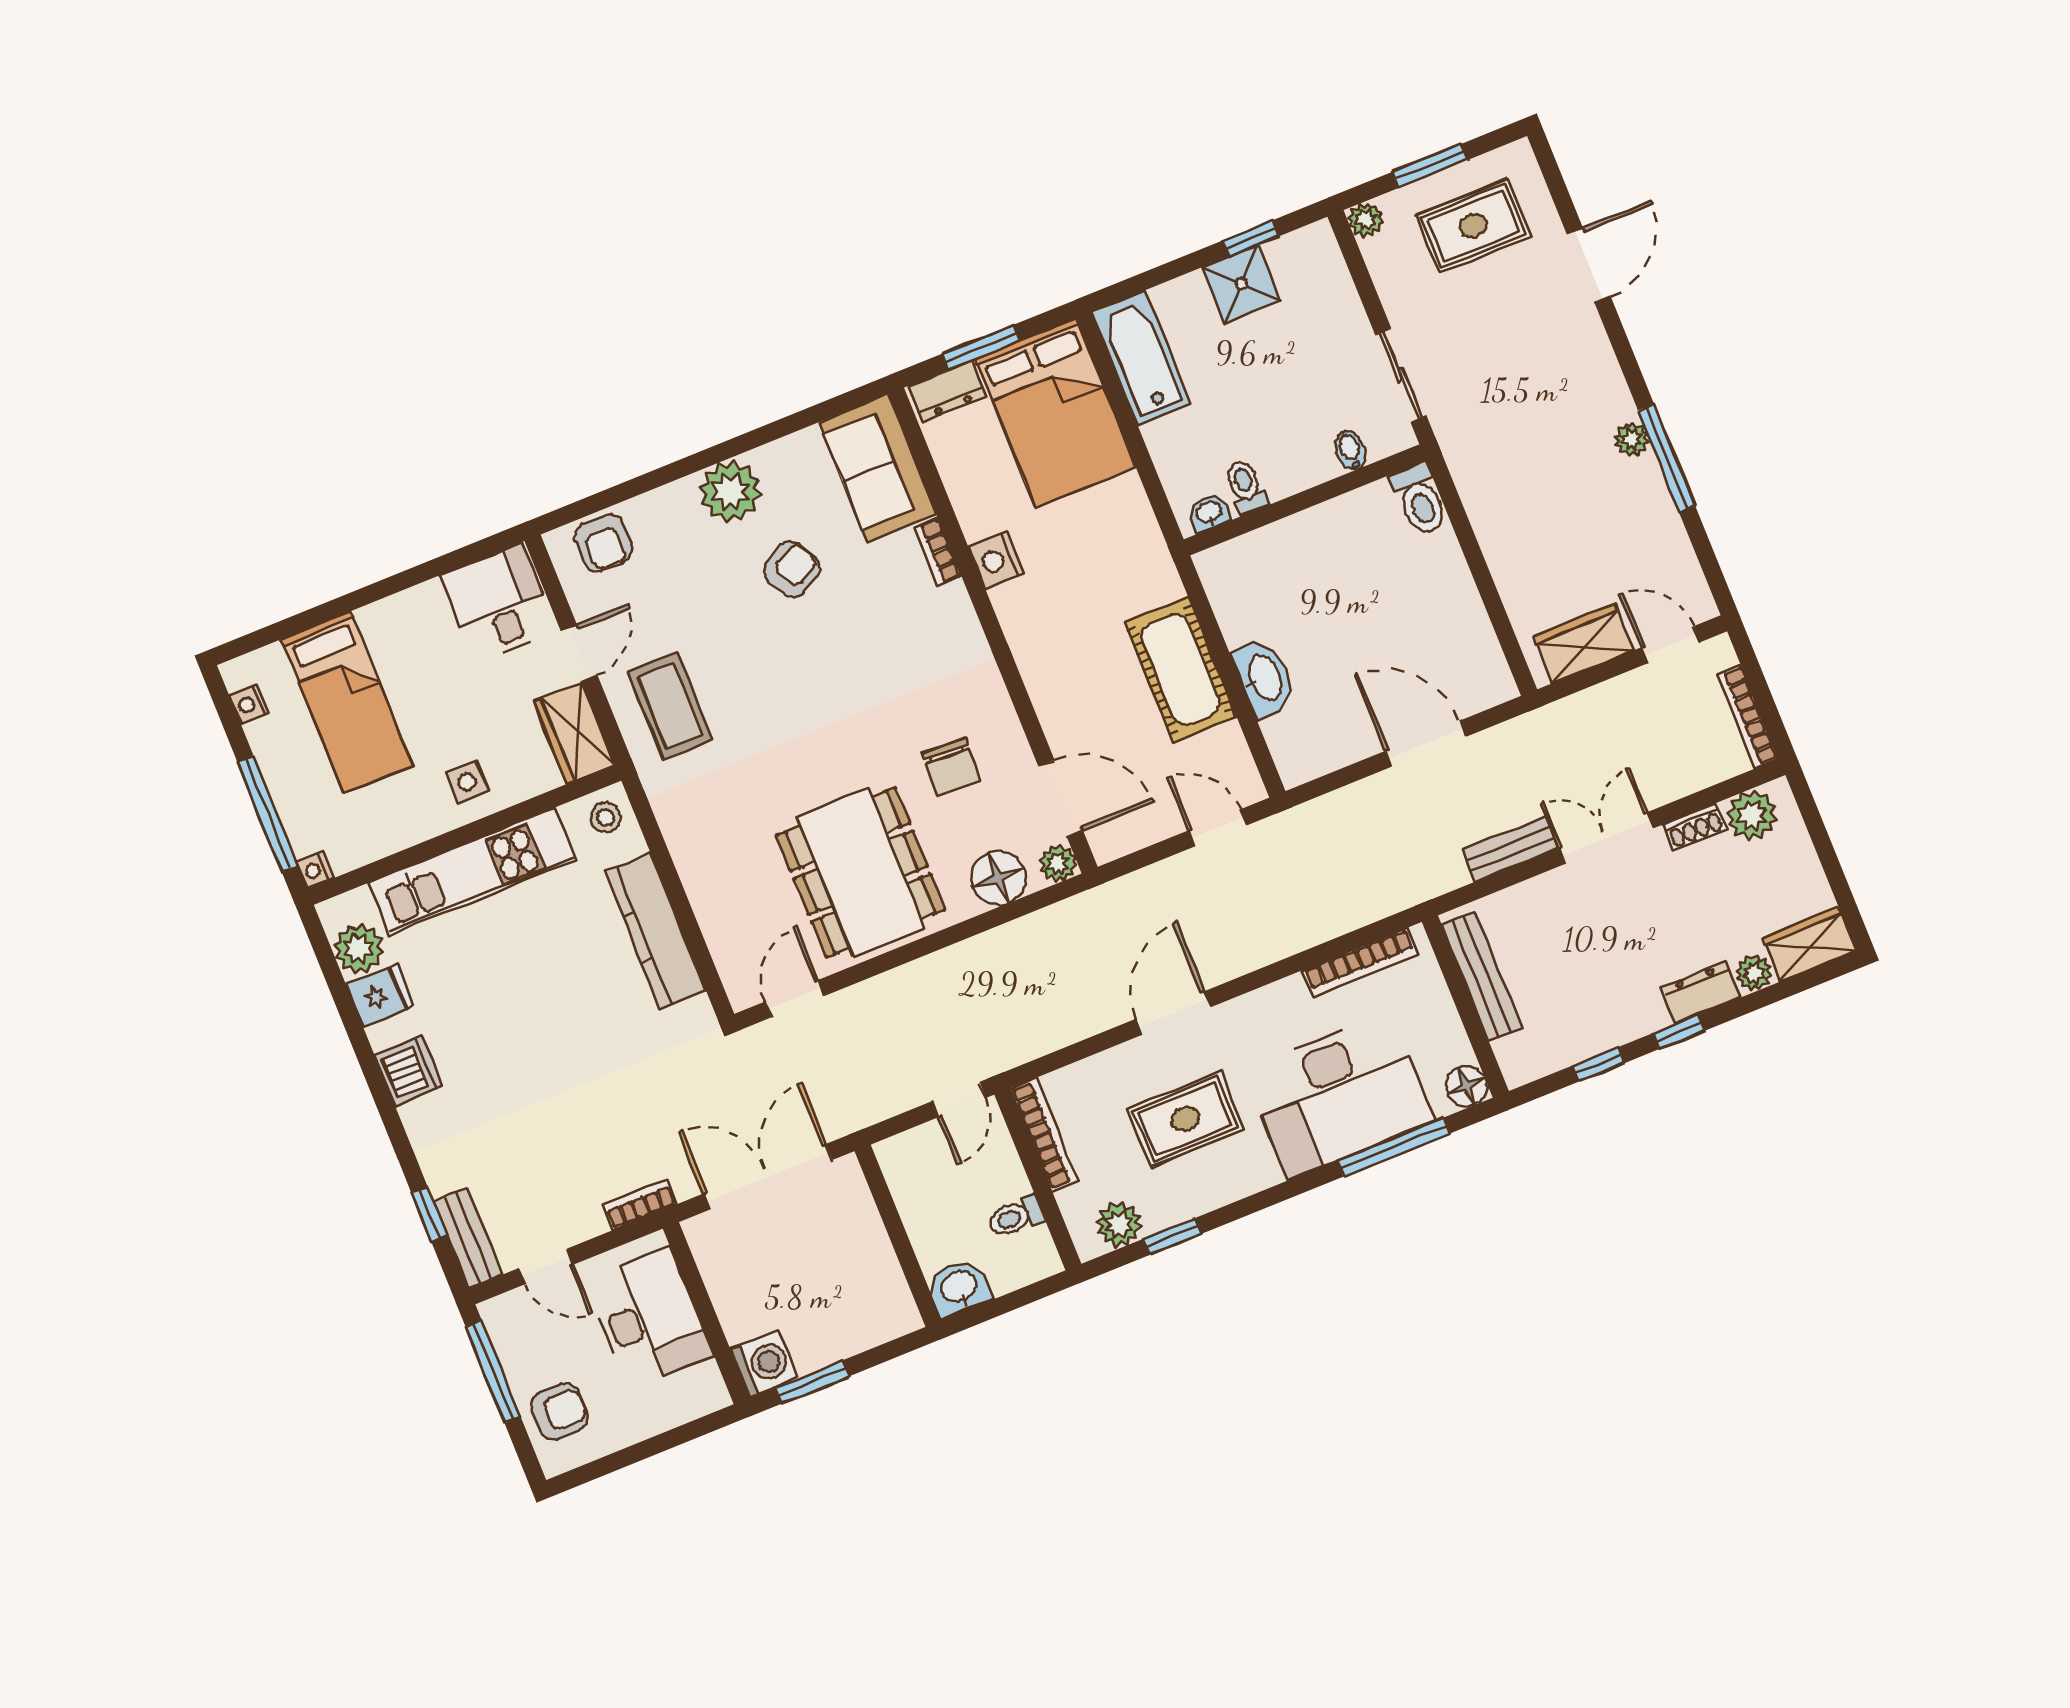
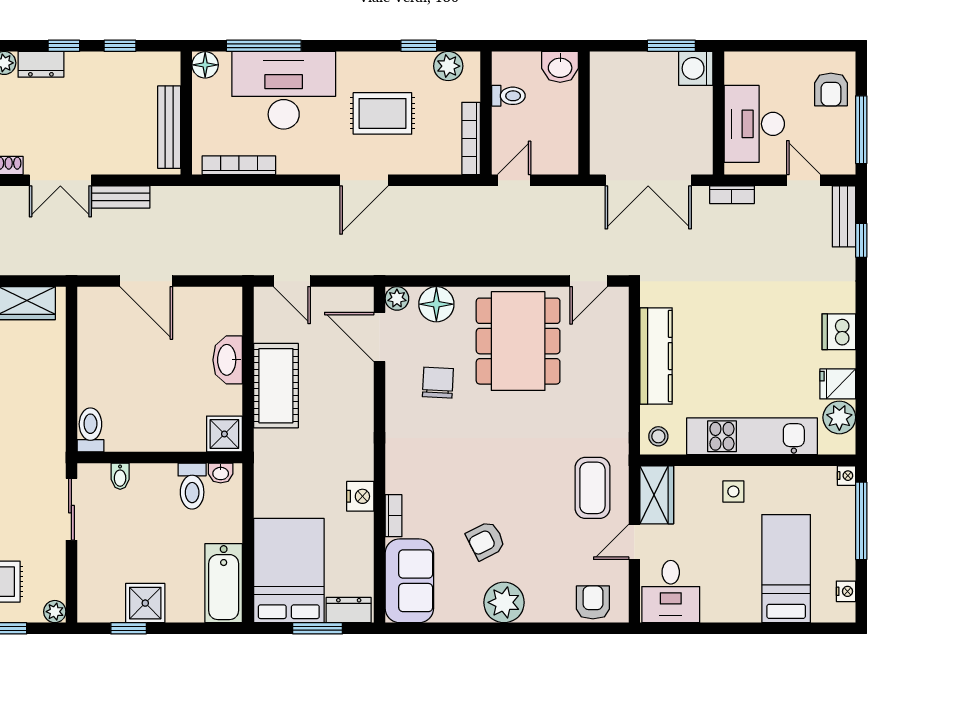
toilet: (1246, 487) -> (192, 486), width x1.37, depth x1.39
shower: (1226, 571) -> (224, 434), added
armchair: (559, 1412) -> (831, 89), turned -90

